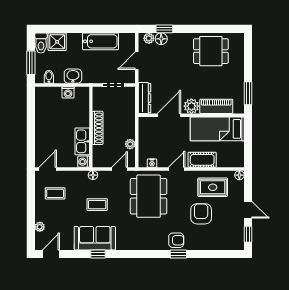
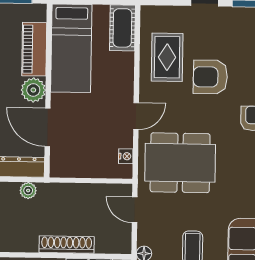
plant: (130, 144) -> (28, 191), moved
cot: (202, 160) -> (122, 28), moved
door: (177, 169) -> (136, 116), swing flipped
floor lamp: (239, 175) -> (148, 13), removed

